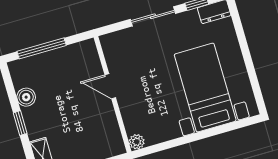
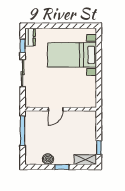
window: (42, 48) -> (23, 131), moved
plant: (137, 142) -> (92, 103), removed

